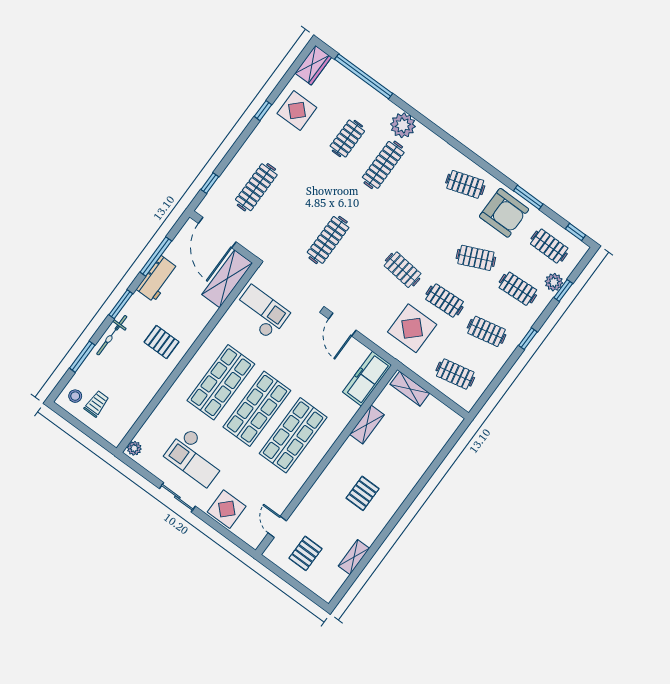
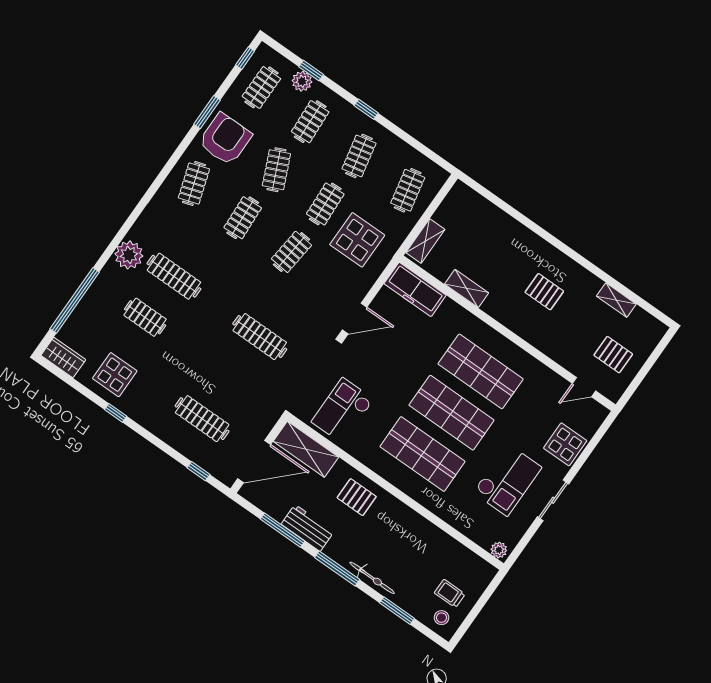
clothes rail: (434, 227) -> (243, 218), added
window: (121, 304) -> (337, 569), width x1.44
pallet: (162, 342) -> (357, 497), moved, turned 90

